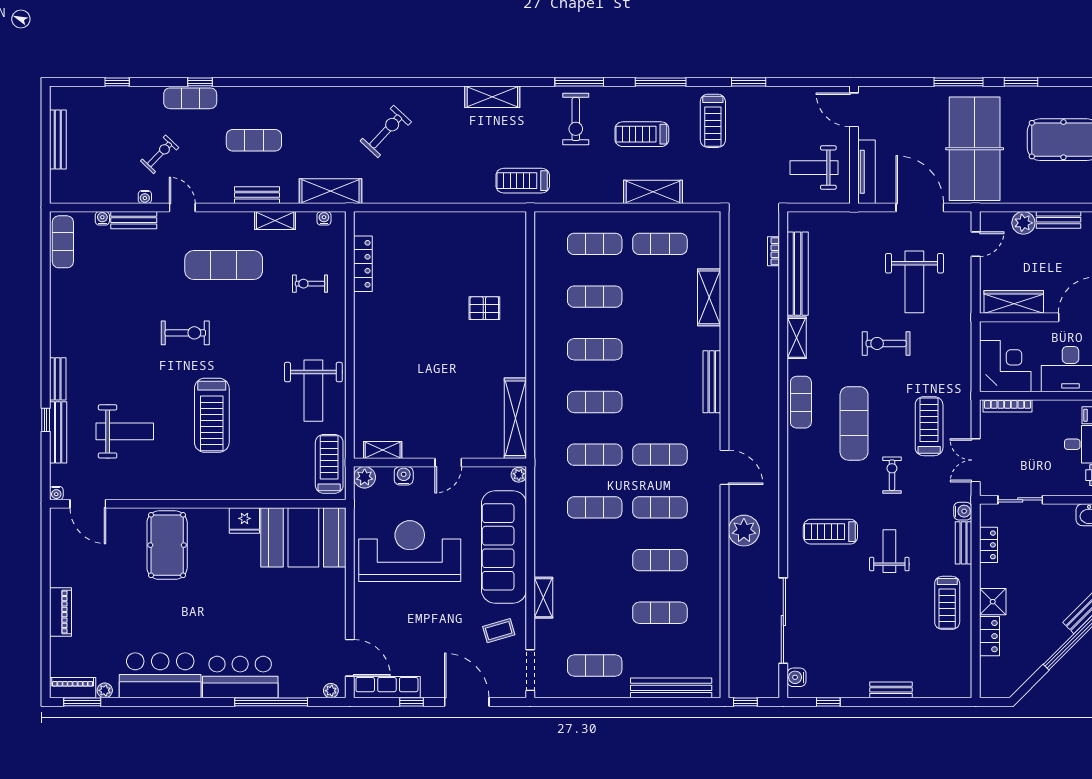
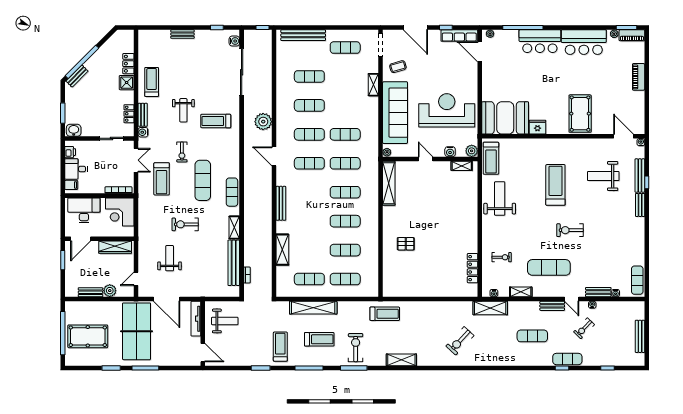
shelving: (653, 192) -> (313, 308), width x1.47
bench: (257, 195) -> (552, 306), moved
weight bench: (914, 282) -> (170, 258), width x0.73, depth x0.75
exercise bike: (886, 343) -> (185, 224), turned 180
door: (448, 463) -> (426, 159), hinge flipped
treadmill: (830, 532) -> (216, 121), turned 180
reception desk: (410, 551) -> (447, 110), turned 180

